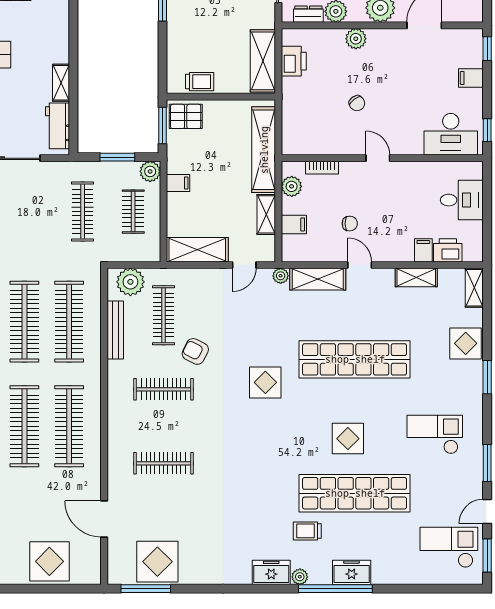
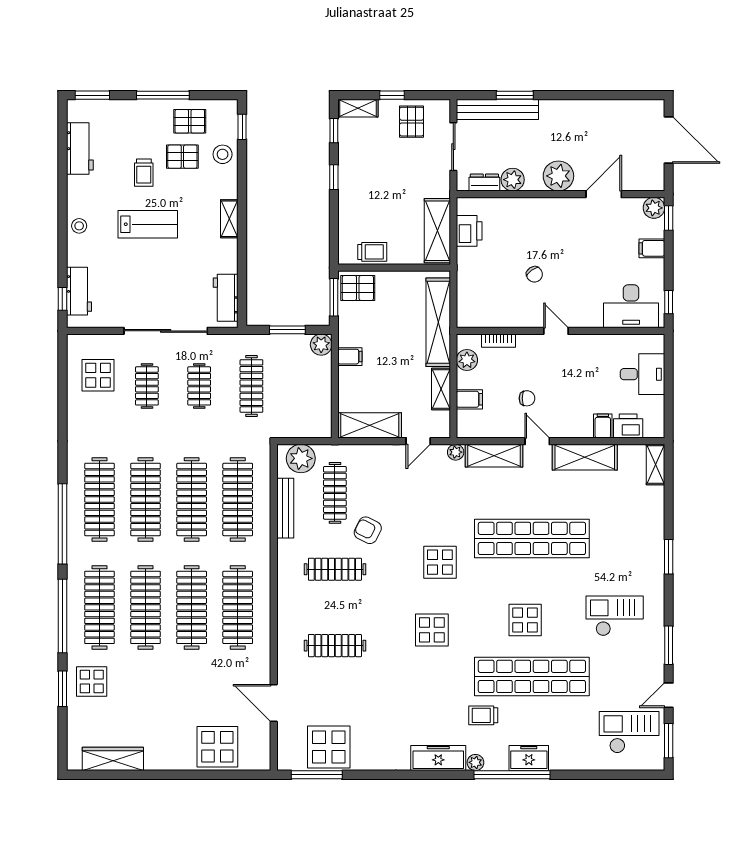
plant: (356, 39) -> (654, 208), moved
shelving: (61, 83) -> (229, 219), moved
clothes rail: (133, 212) -> (199, 386), moved
shelving: (416, 277) -> (585, 457), width x1.50, depth x1.33
display table: (466, 343) -> (432, 630), moved
freezer: (271, 572) -> (438, 758), width x1.40

